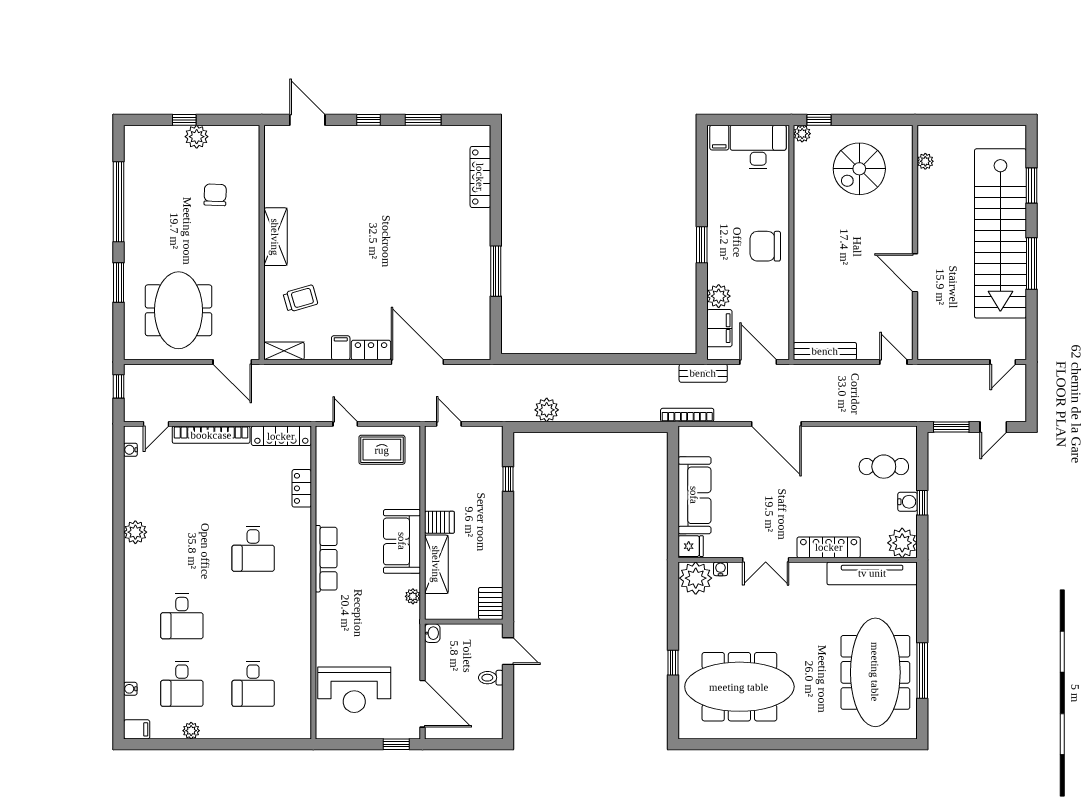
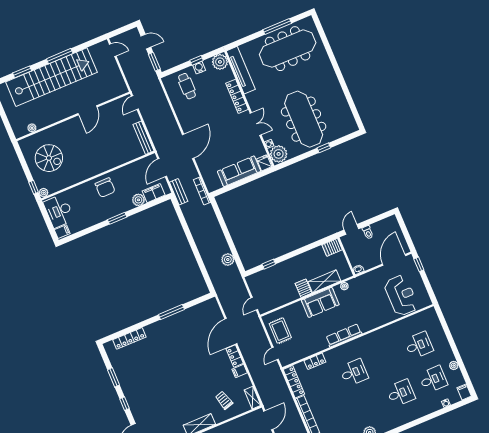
meeting table: (739, 687) -> (304, 119), moved

